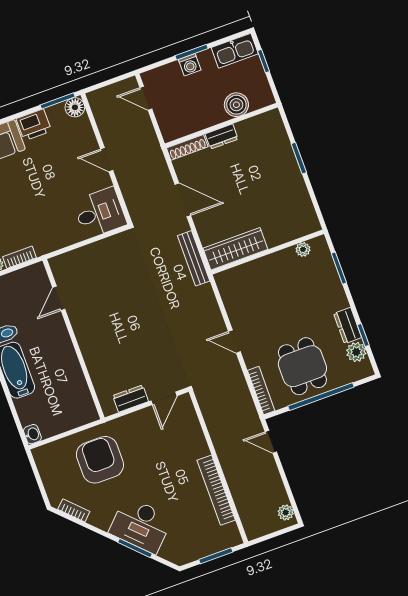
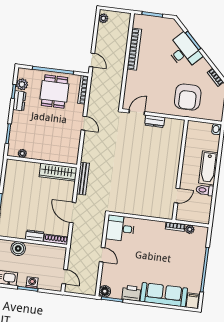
door: (59, 298) -> (177, 196), moved
wall: (74, 339) -> (180, 170), moved

